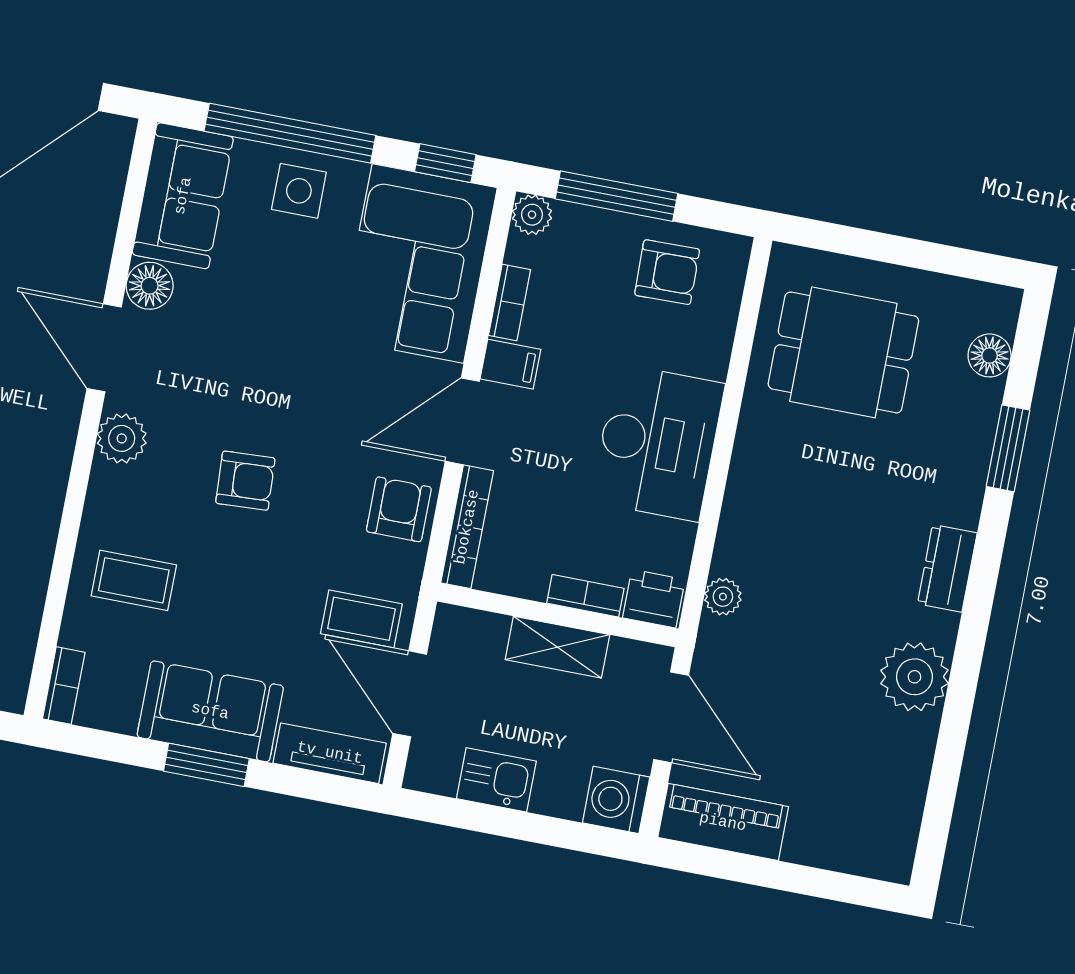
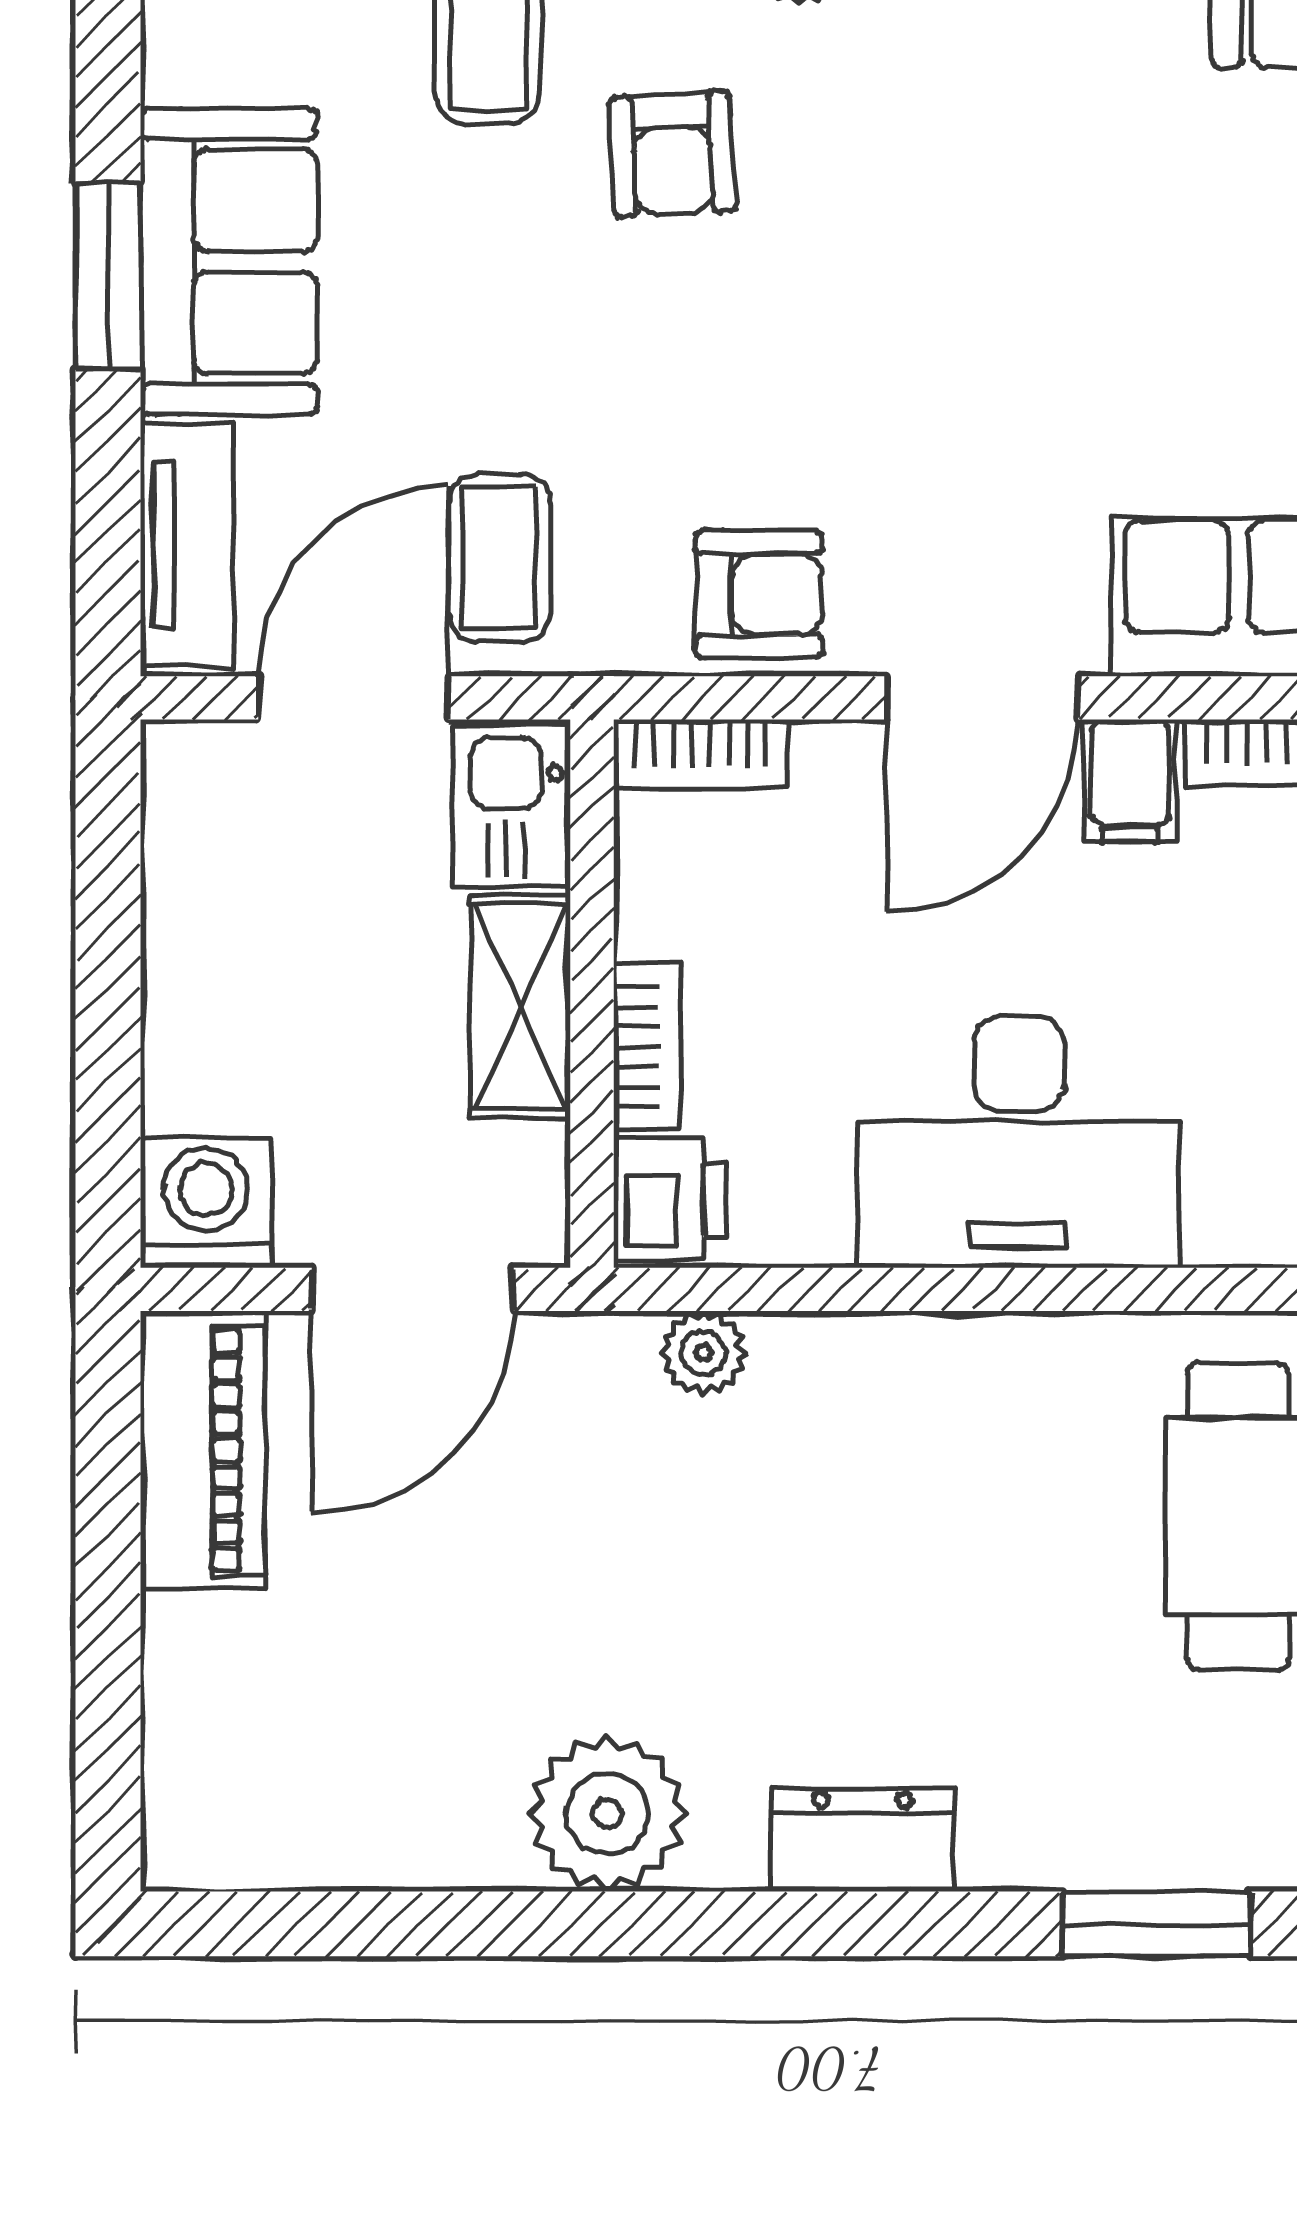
door: (462, 421) -> (982, 698), swing flipped
armchair: (245, 481) -> (672, 154), moved
bookcase: (467, 527) -> (701, 754), width x0.64
kitchen sink: (496, 780) -> (512, 806), moved, turned 180

